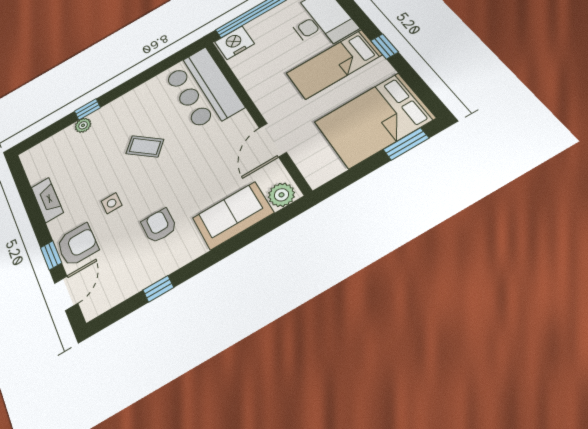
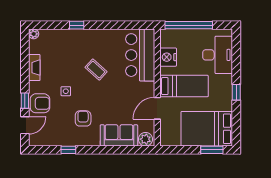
nightstand: (235, 43) -> (168, 57), moved, turned -90
bed: (334, 64) -> (184, 86), moved, turned 180
plant: (83, 125) -> (34, 34), moved

